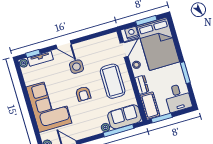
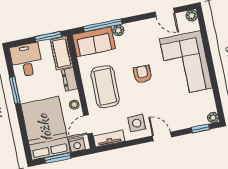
tv unit: (40, 59) -> (109, 139), moved
side table: (76, 67) -> (137, 123), moved

